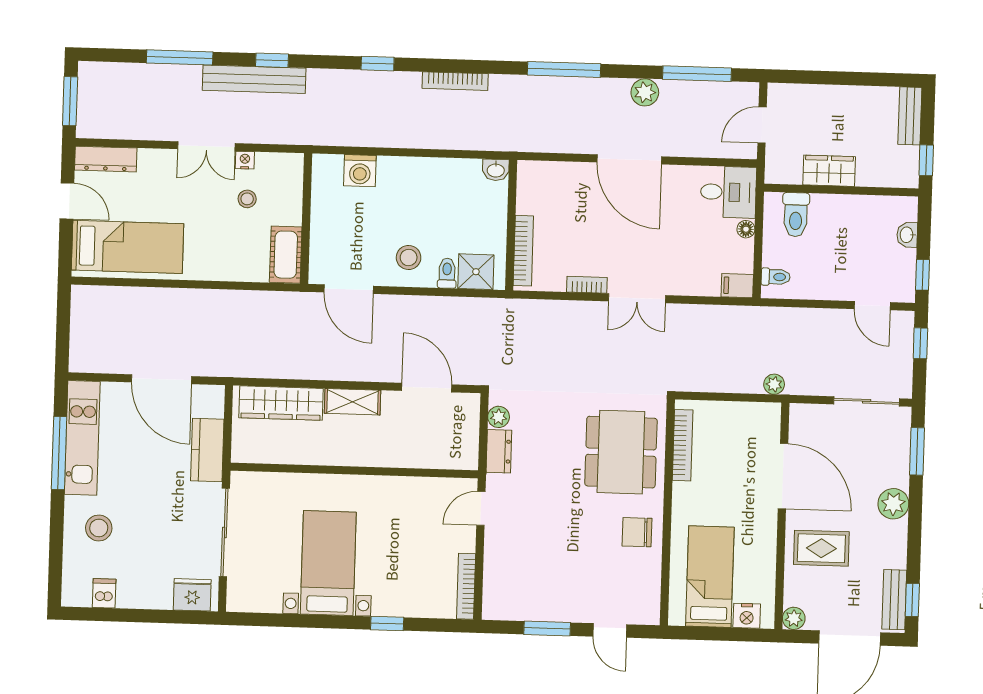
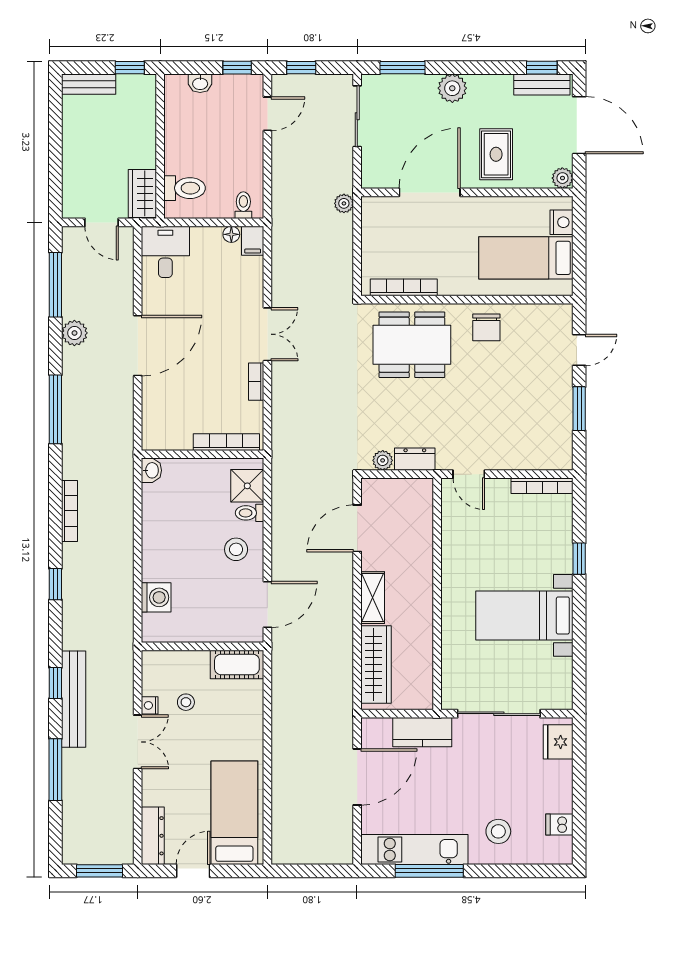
wardrobe: (829, 171) -> (142, 193), moved
floor lamp: (746, 229) -> (231, 234), moved

